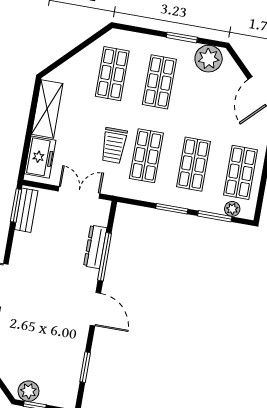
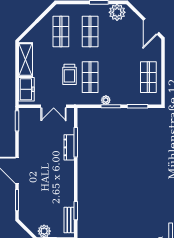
shop shelf: (193, 164) -> (119, 77), removed
double door: (79, 192) -> (54, 106), swing flipped
plant: (232, 209) -> (106, 100), moved
bench: (26, 210) -> (69, 220), moved
dresser: (95, 247) -> (69, 147), moved
door: (95, 309) -> (76, 175), removed

